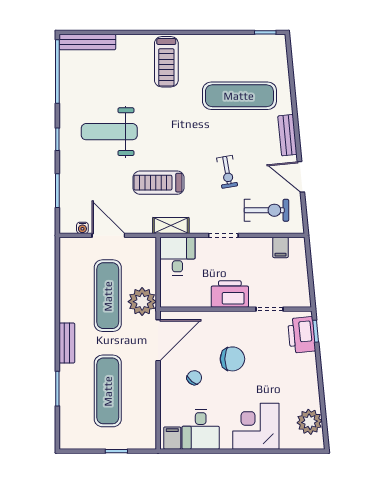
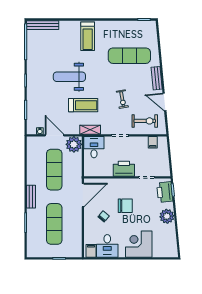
weight bench: (109, 132) -> (69, 77), moved
treadmill: (159, 183) -> (83, 105), turned 180
plant: (142, 302) -> (74, 144), moved
plant: (310, 422) -> (167, 216), moved

